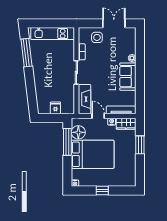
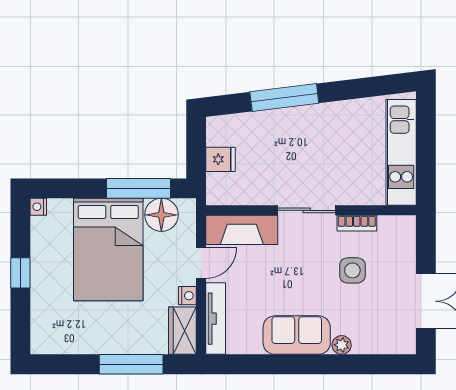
side table: (97, 37) -> (352, 270), moved
window: (26, 53) -> (284, 97), moved
window: (140, 145) -> (131, 364), width x1.44

